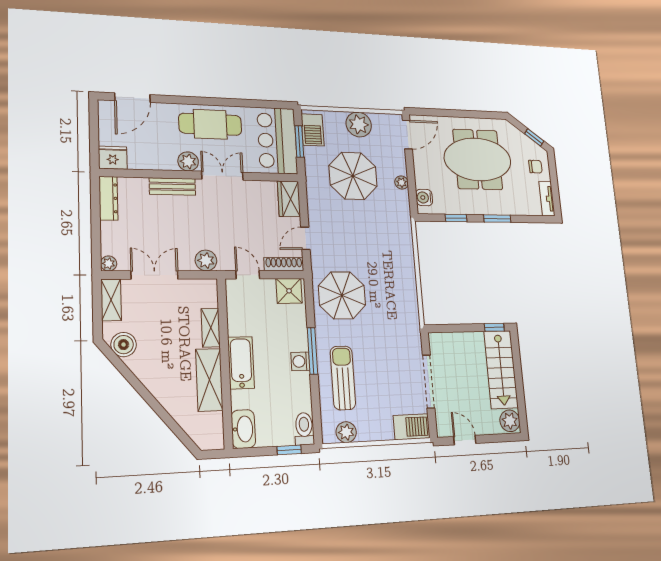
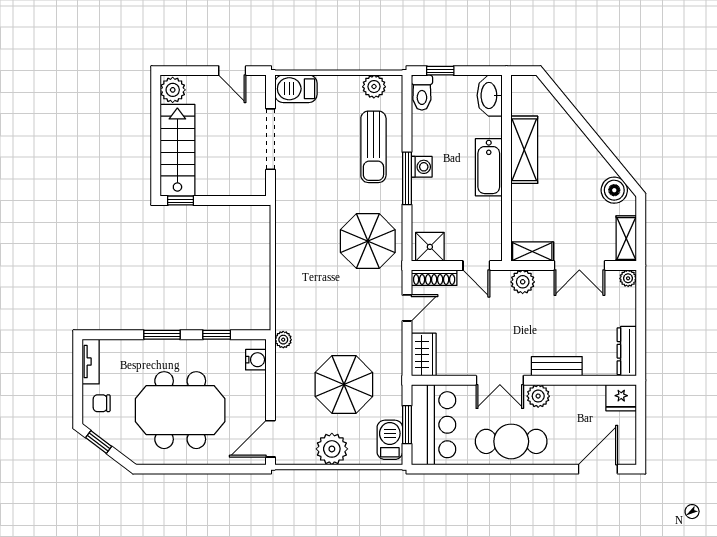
plant: (402, 182) -> (283, 340), moved
shelving: (211, 328) -> (532, 252), moved, turned 90

